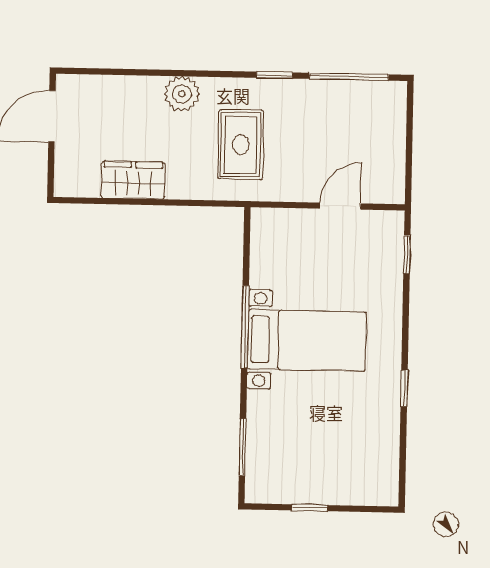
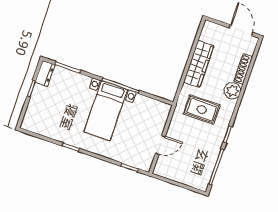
shoe rack: (130, 86) -> (243, 69), added
wardrobe: (133, 180) -> (199, 64), width x1.50
door: (340, 206) -> (160, 145), hinge flipped
dresser: (270, 490) -> (45, 73), added

